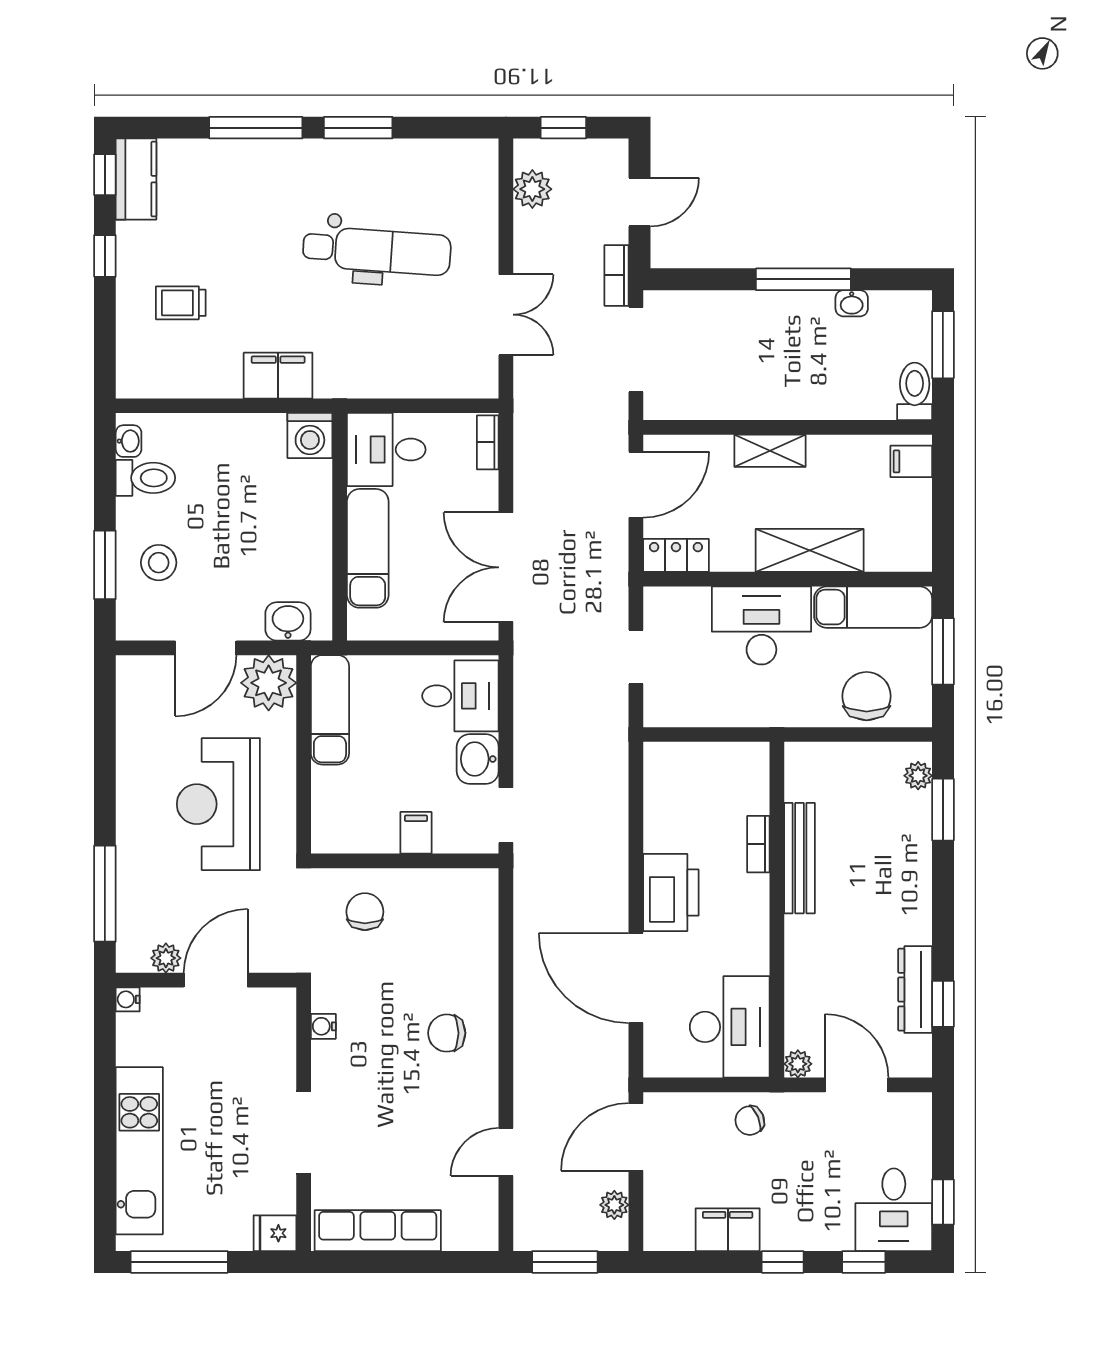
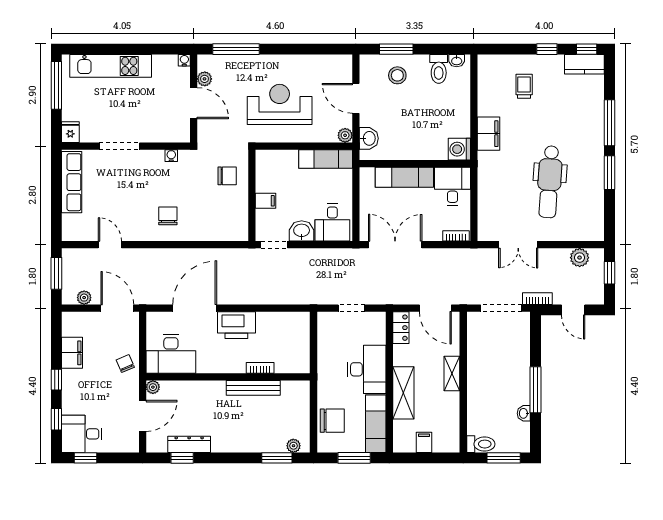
filing cabinet: (911, 461) -> (424, 442), moved
plant: (269, 683) -> (345, 135), width x0.53, depth x0.53

